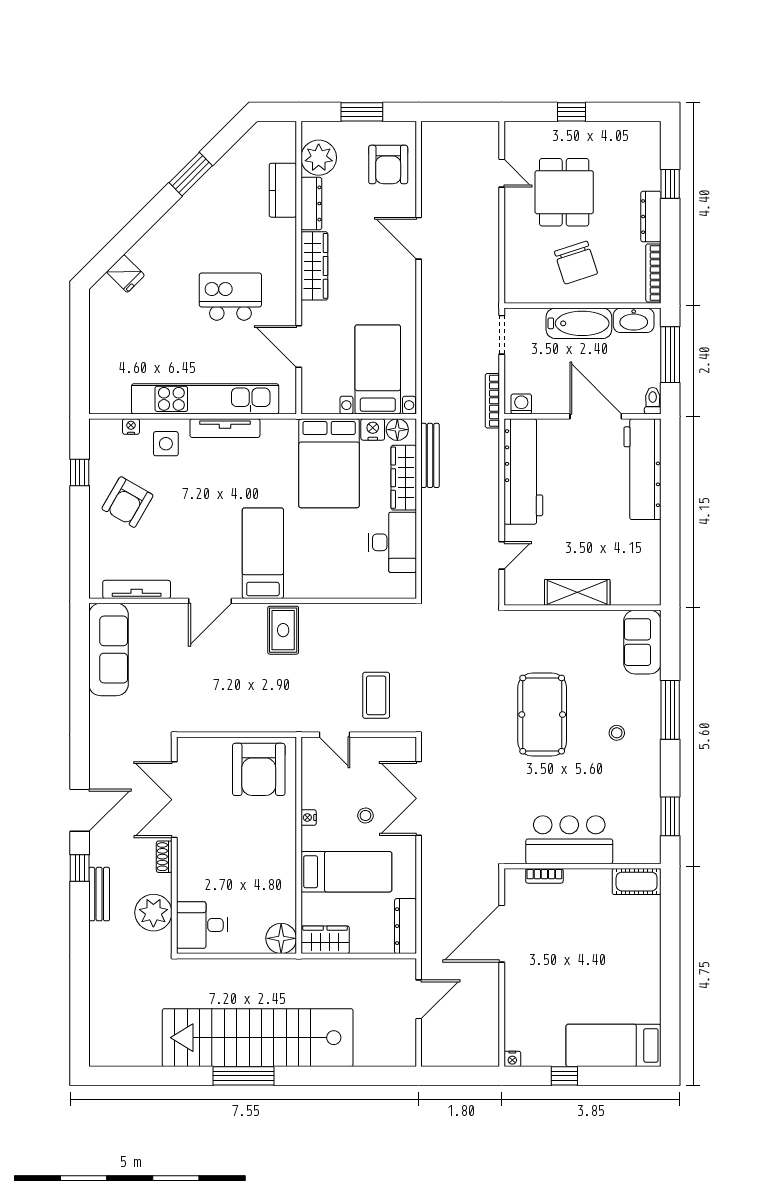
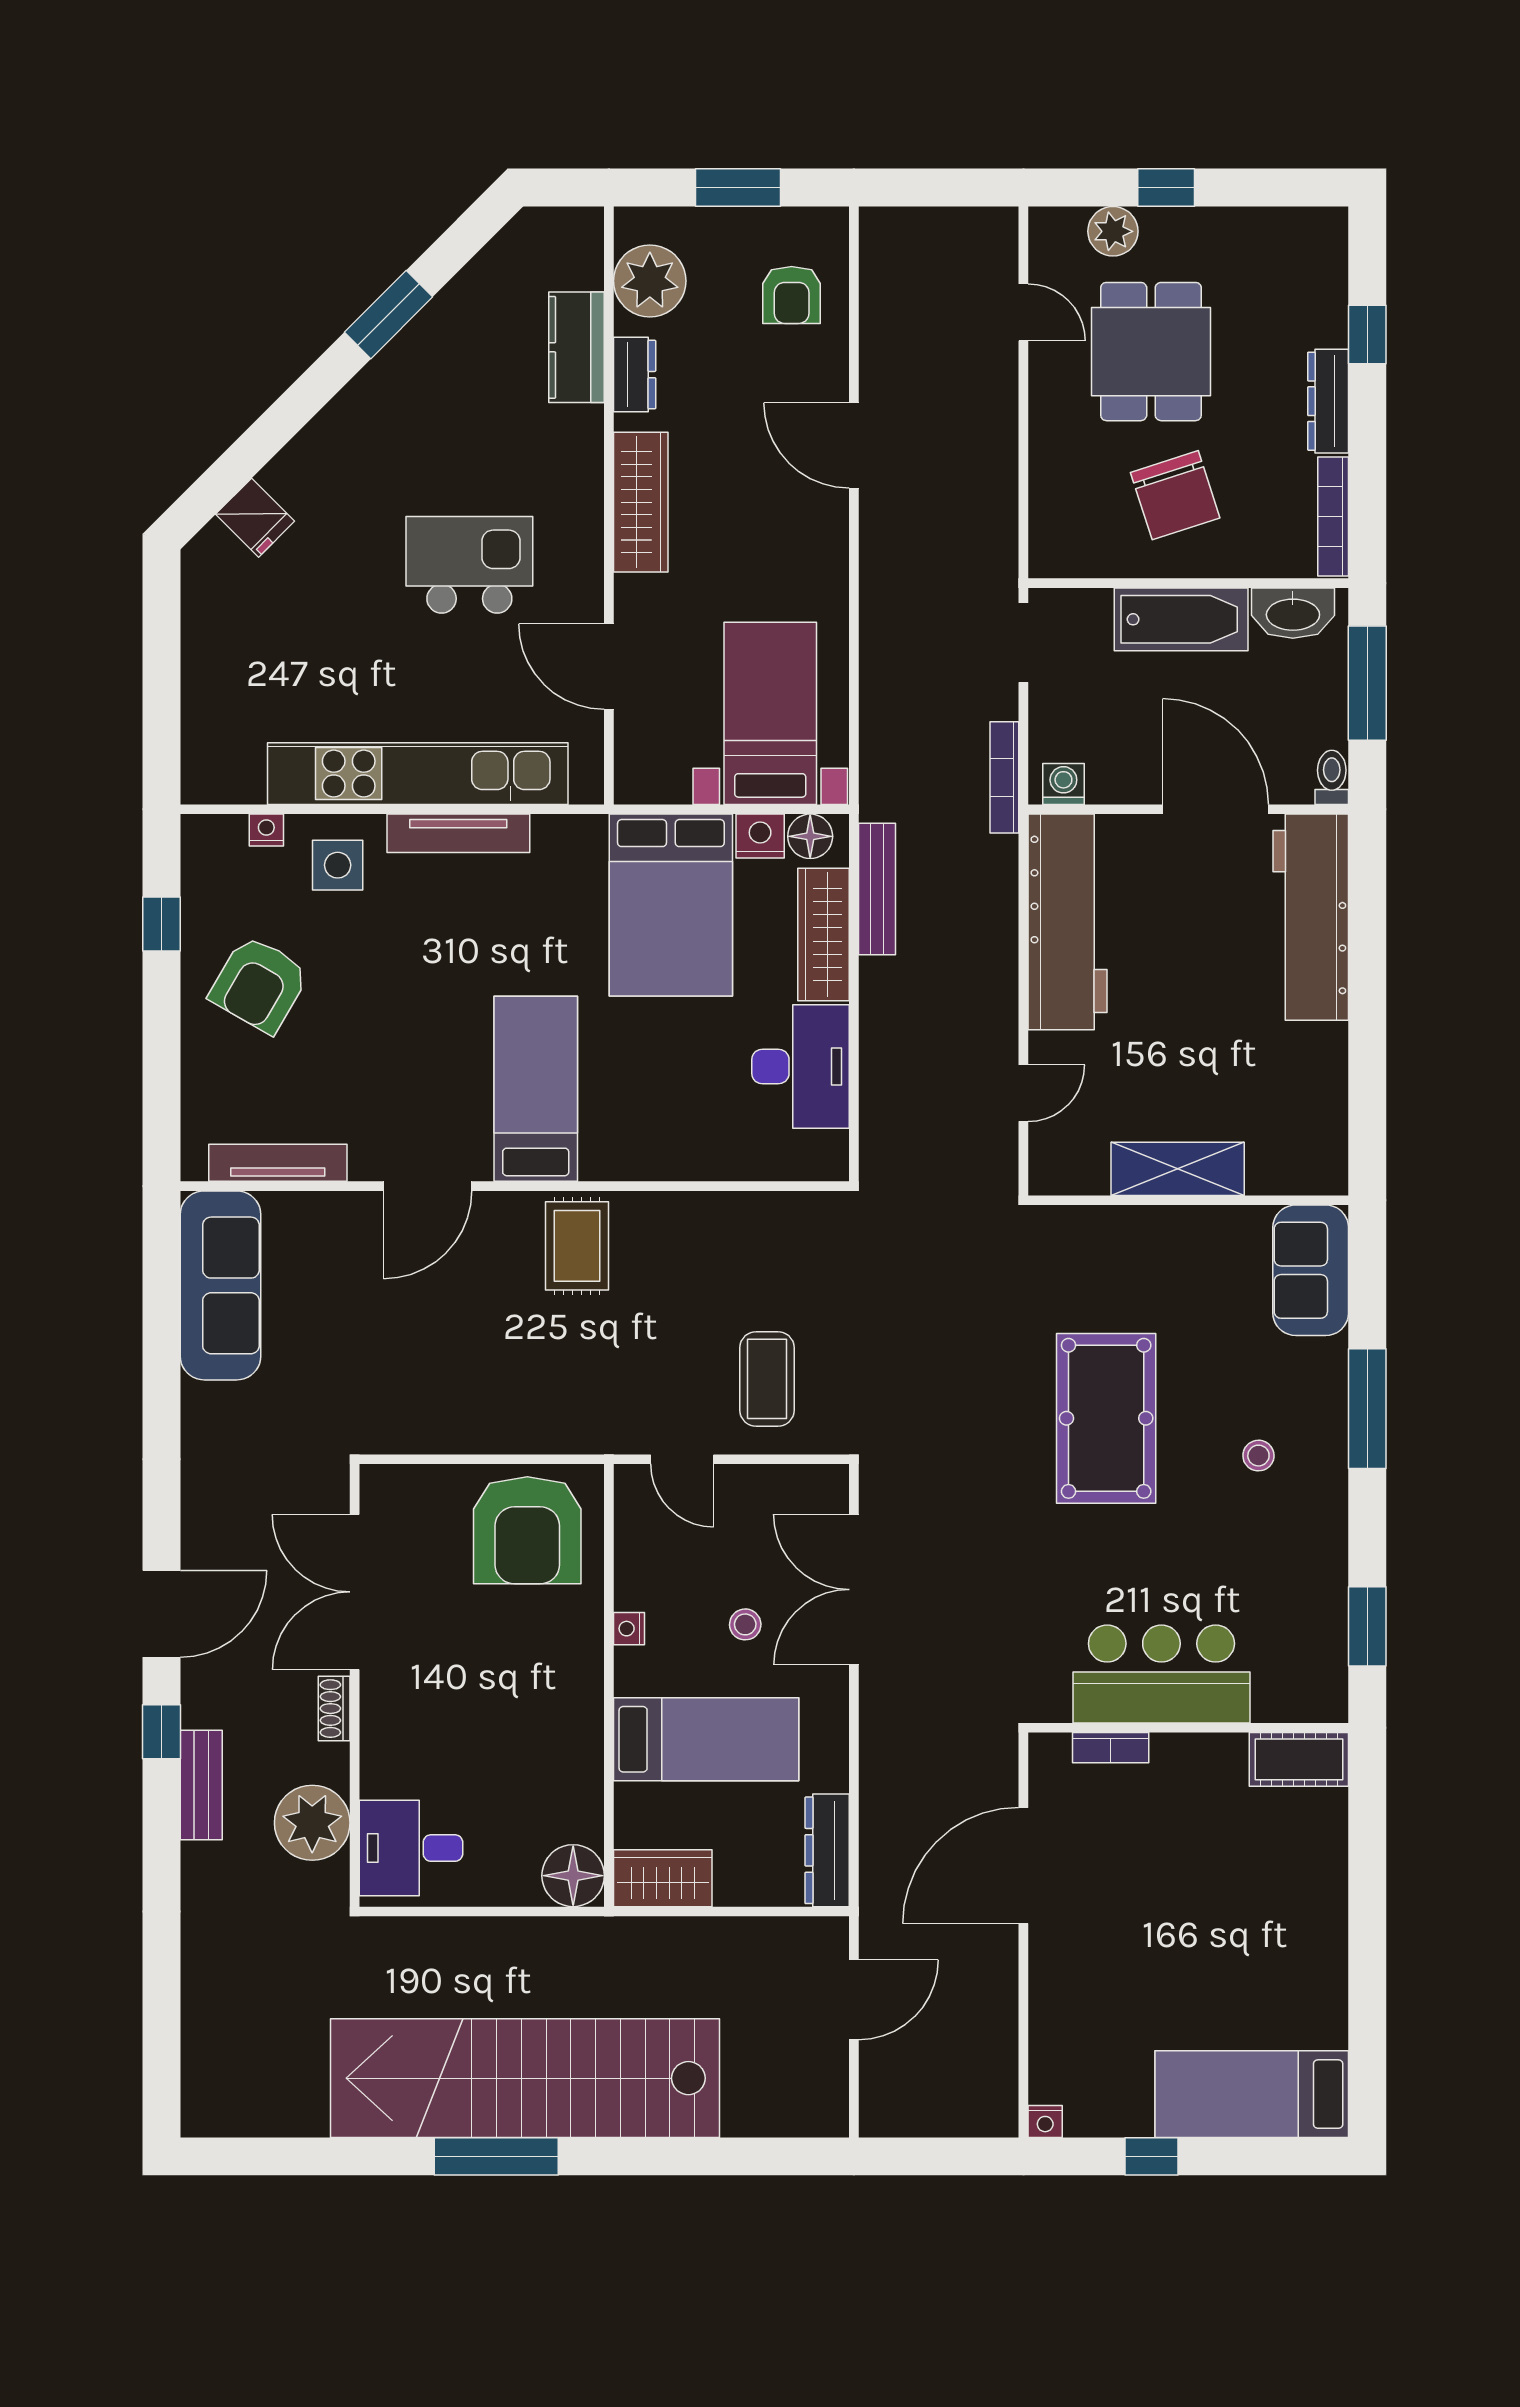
plant: (546, 133) -> (1113, 231), added
armchair: (388, 164) -> (792, 295), width x0.72, depth x0.72
dresser: (311, 203) -> (635, 375), width x0.70

